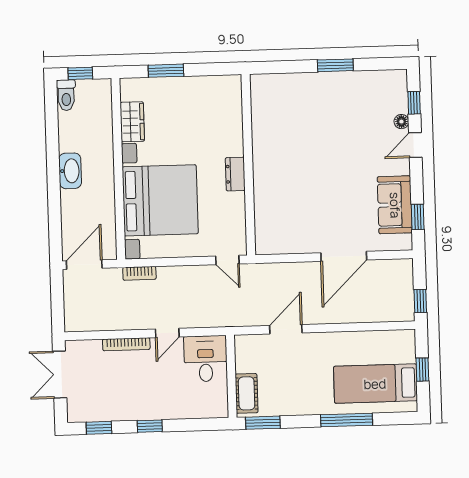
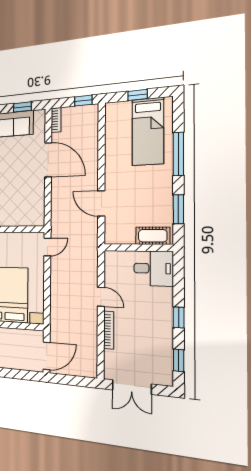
door: (84, 265) -> (47, 356), swing flipped
bookcase: (139, 273) -> (56, 120), moved
desk: (206, 359) -> (153, 268), moved, turned 180
window: (263, 423) -> (178, 209), moved

